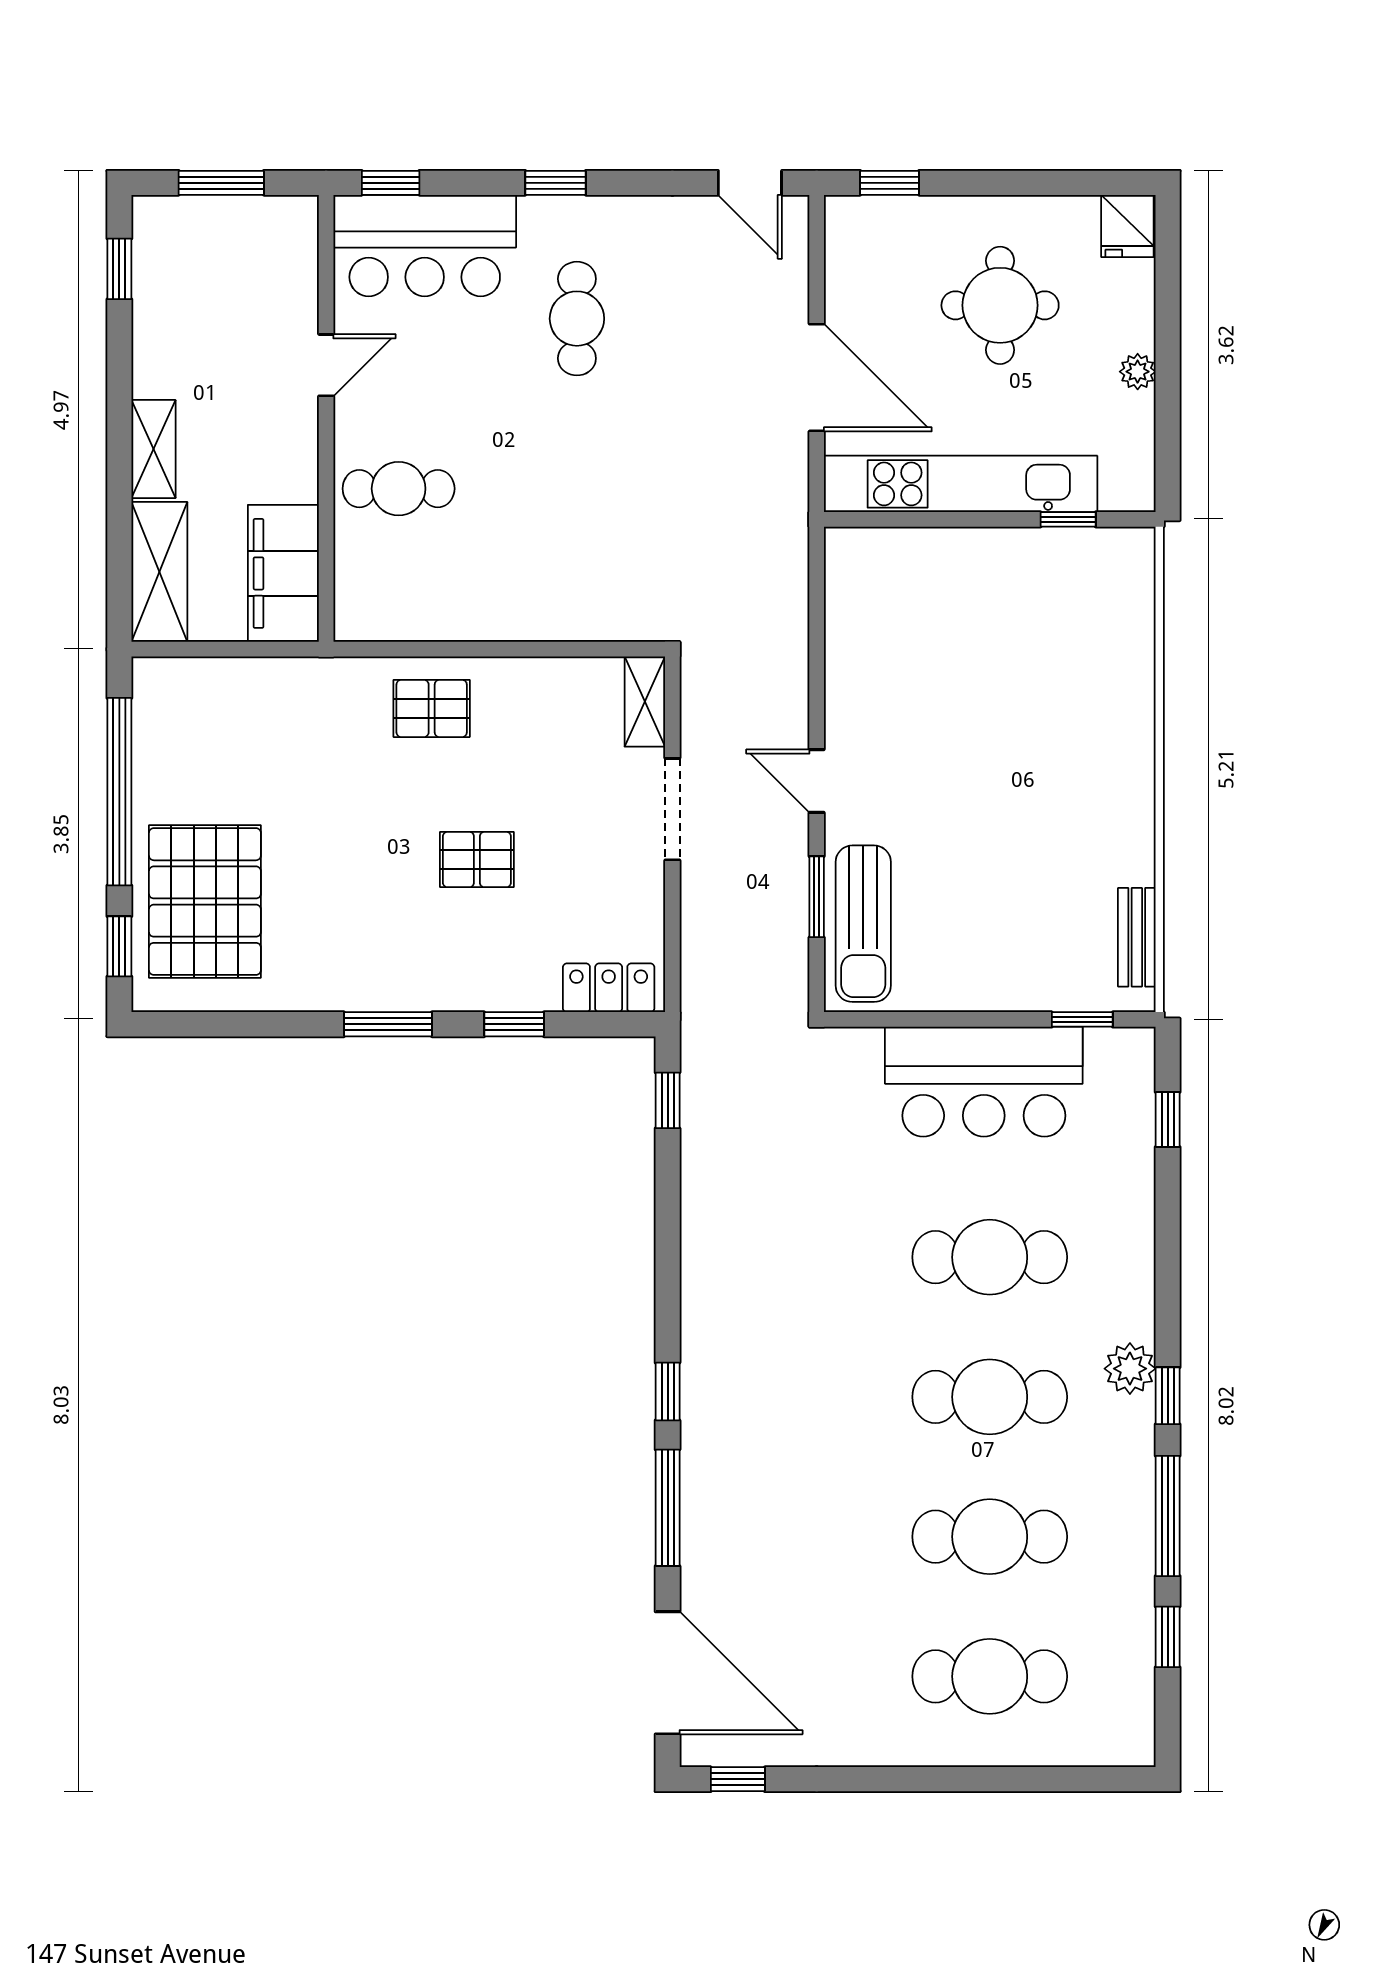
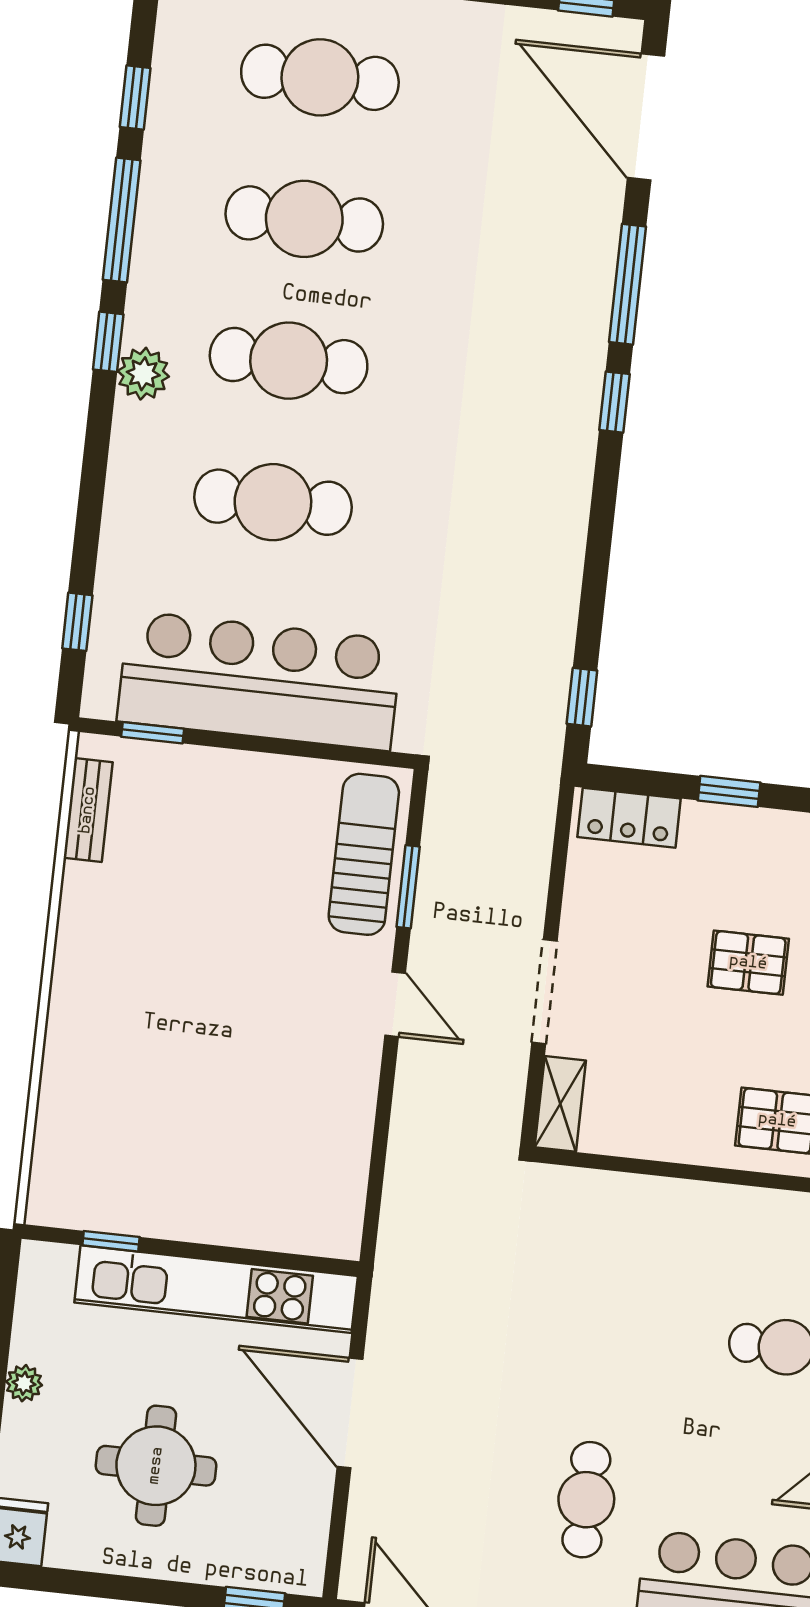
bar counter: (984, 1082) -> (259, 681), width x1.36

